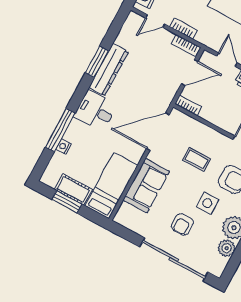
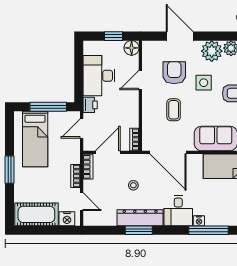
door: (190, 73) -> (108, 152), hinge flipped
stool: (144, 80) -> (133, 185), added
nightstand: (63, 147) -> (199, 221), moved

